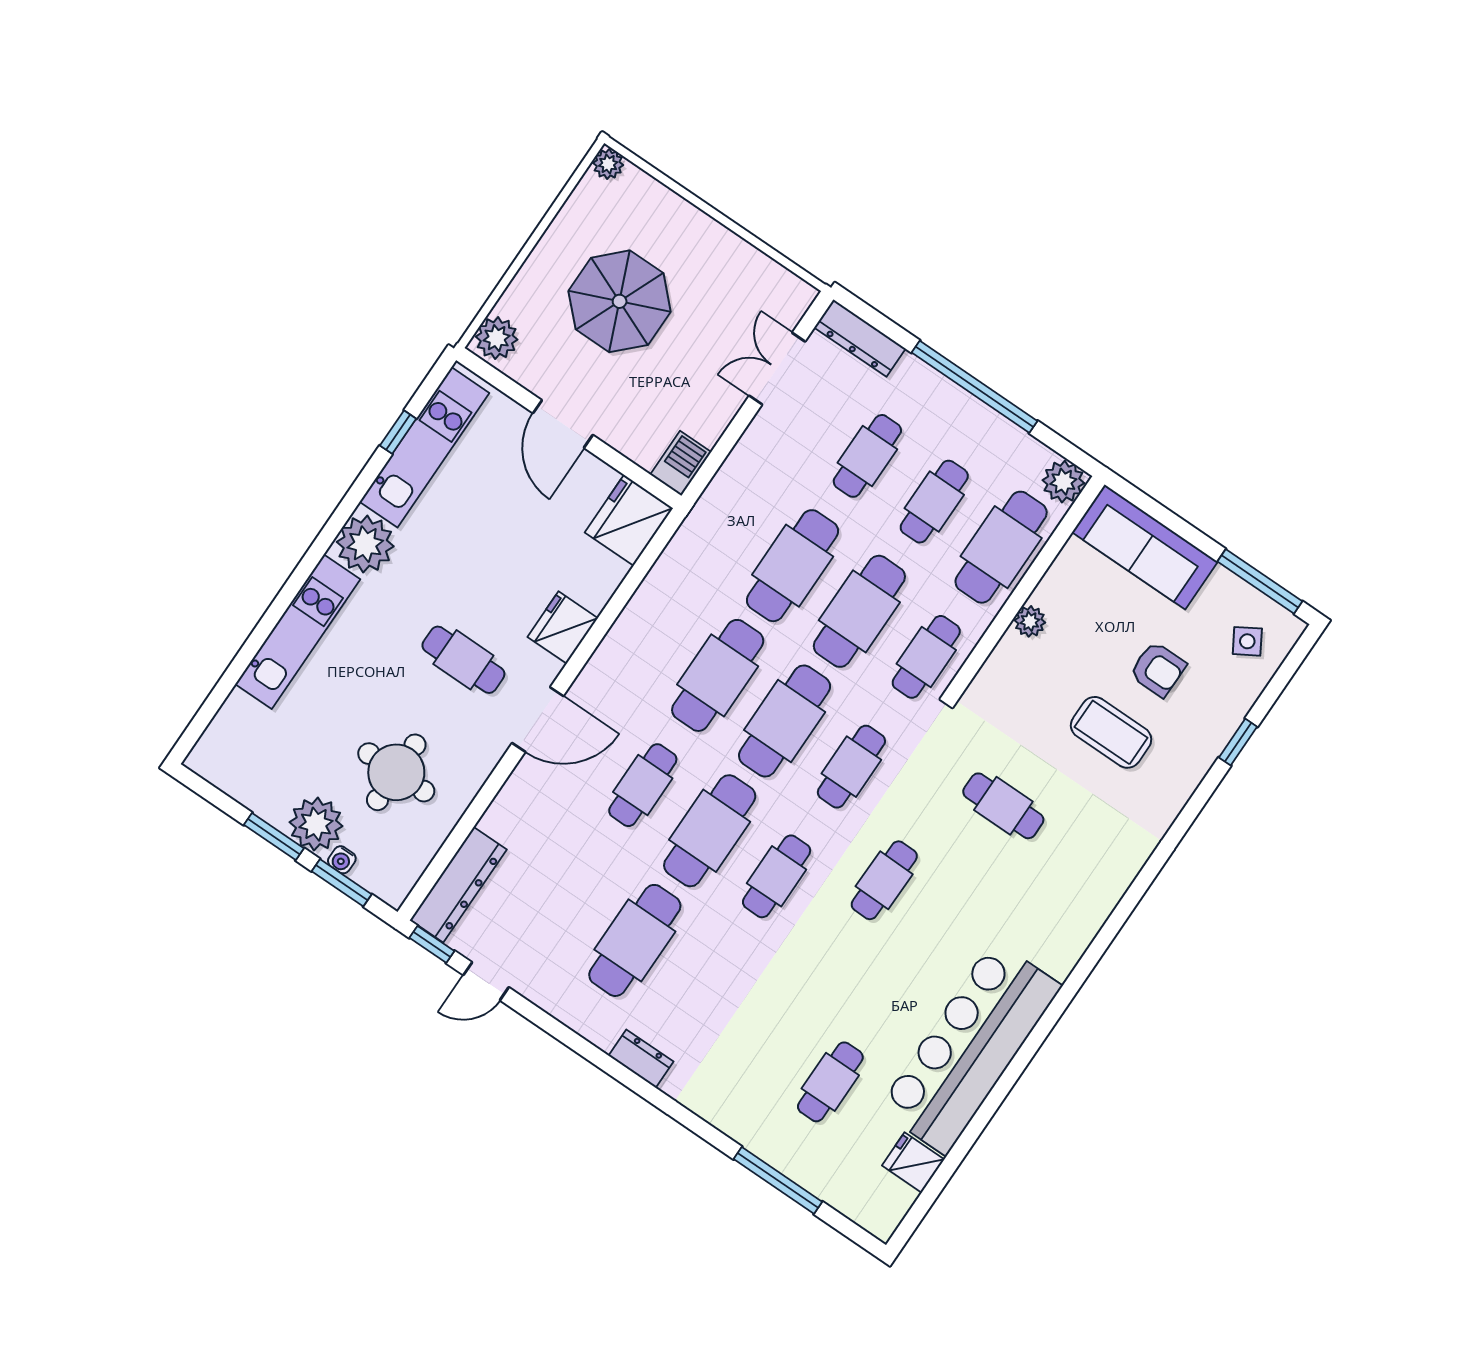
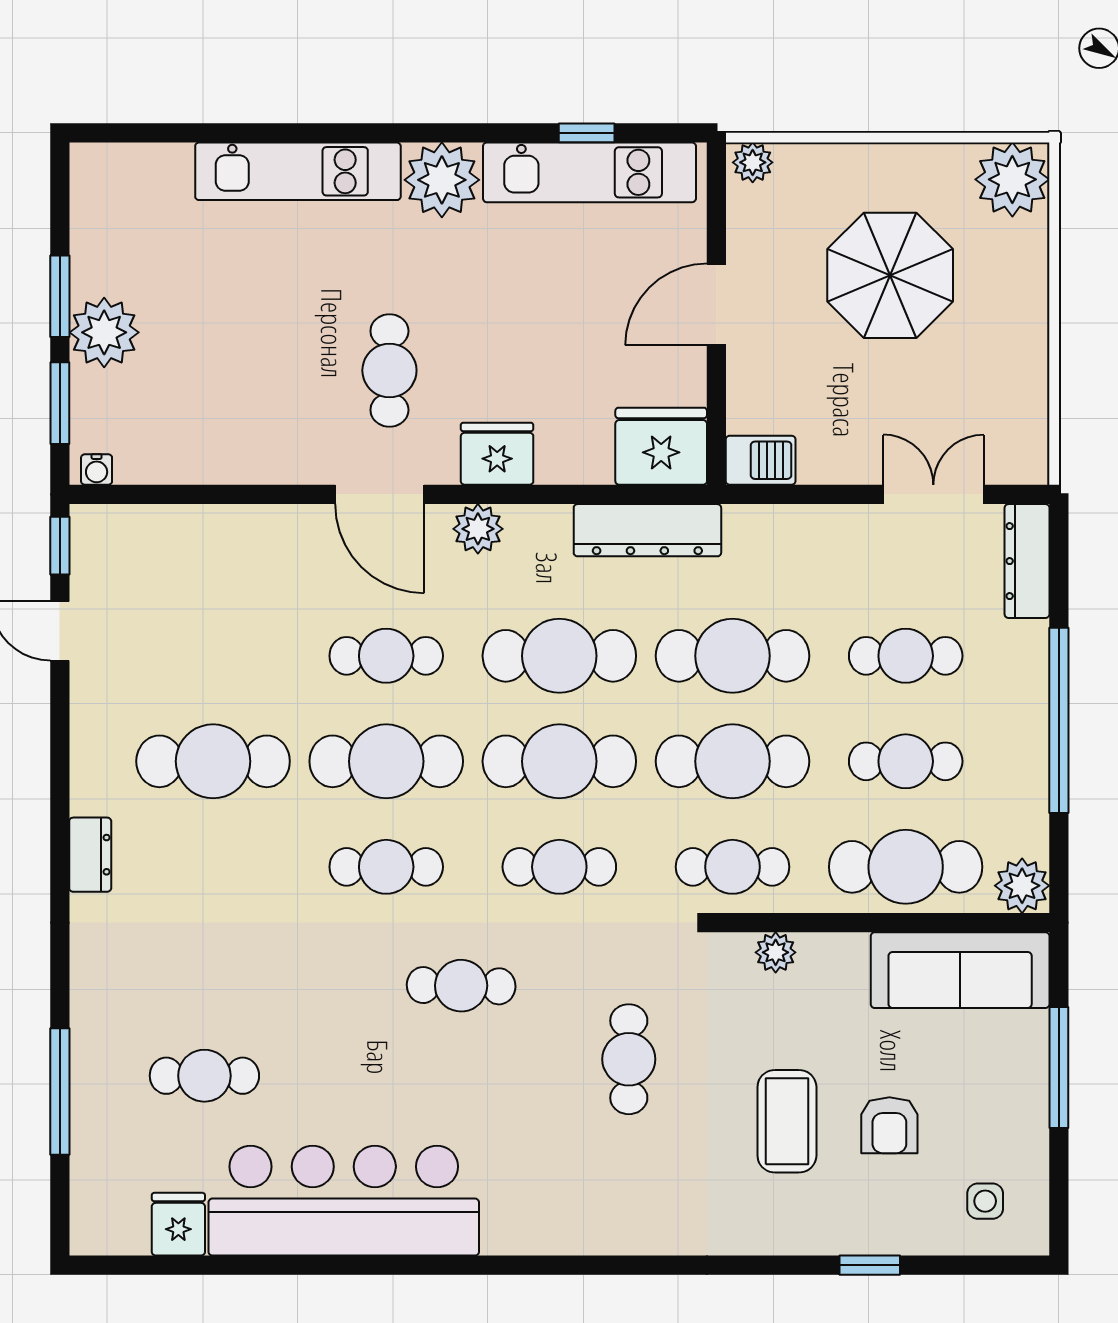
plant: (608, 164) -> (1012, 179), width x1.87, depth x1.87
plant: (497, 338) -> (753, 162), width x0.73, depth x0.73
sofa: (1145, 547) -> (960, 970), moved, turned -90
window: (1260, 581) -> (1059, 1068), moved
plant: (1030, 621) -> (776, 952), moved
side table: (1247, 641) -> (985, 1201), turned 31
plant: (602, 672) -> (478, 529), added
round table: (396, 772) -> (219, 381), removed
water cooler: (342, 860) -> (97, 469), moved, turned -90
dresser: (458, 885) -> (647, 530), moved

